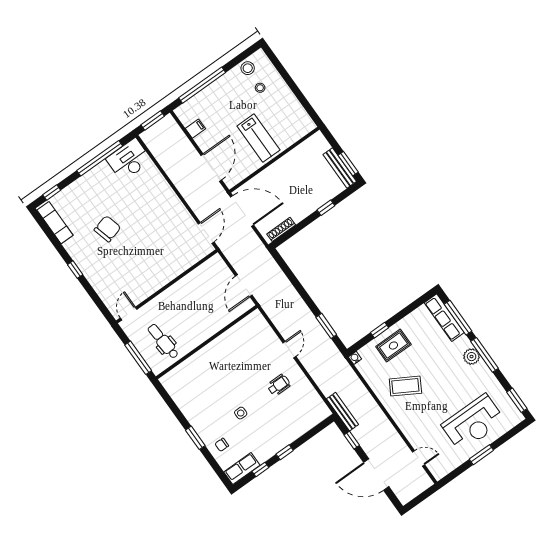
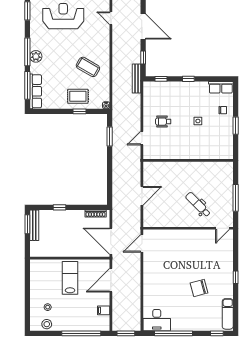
dental chair: (163, 341) -> (198, 205), moved, turned 139
wall: (207, 342) -> (188, 160), moved
window: (260, 469) -> (161, 79), moved

